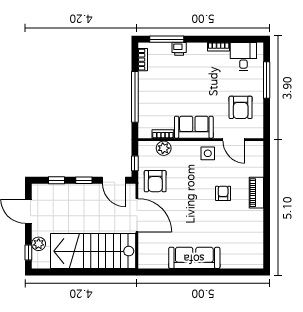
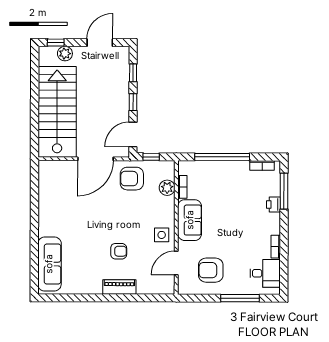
sofa: (194, 258) -> (49, 264), moved

